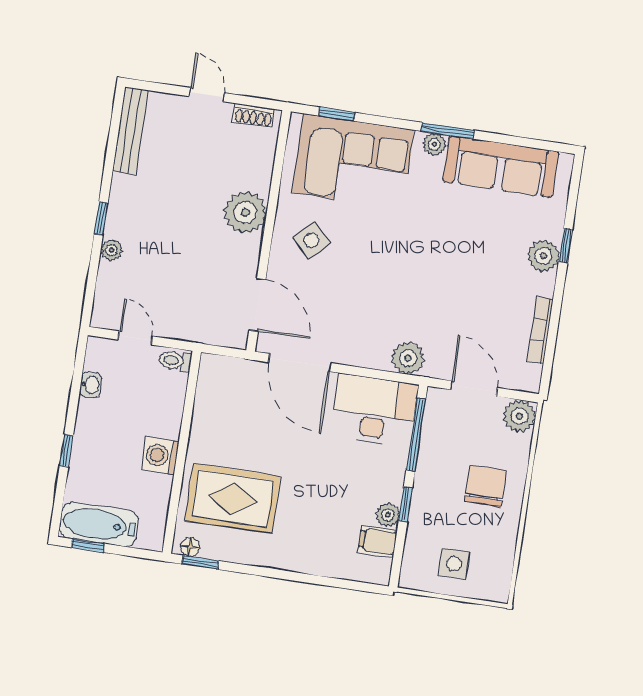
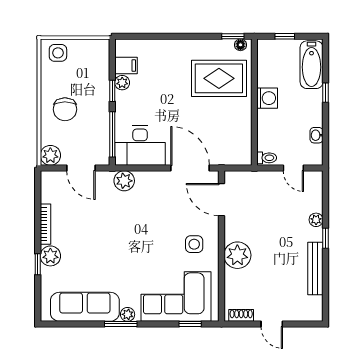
bench: (130, 131) -> (315, 269), moved
side table: (312, 240) -> (194, 244), turned 45
bookcase: (540, 330) -> (46, 224), moved
bathtub: (99, 525) -> (312, 65), moved, turned 90
window: (88, 546) -> (285, 36), moved
side table: (454, 564) -> (58, 53), moved

